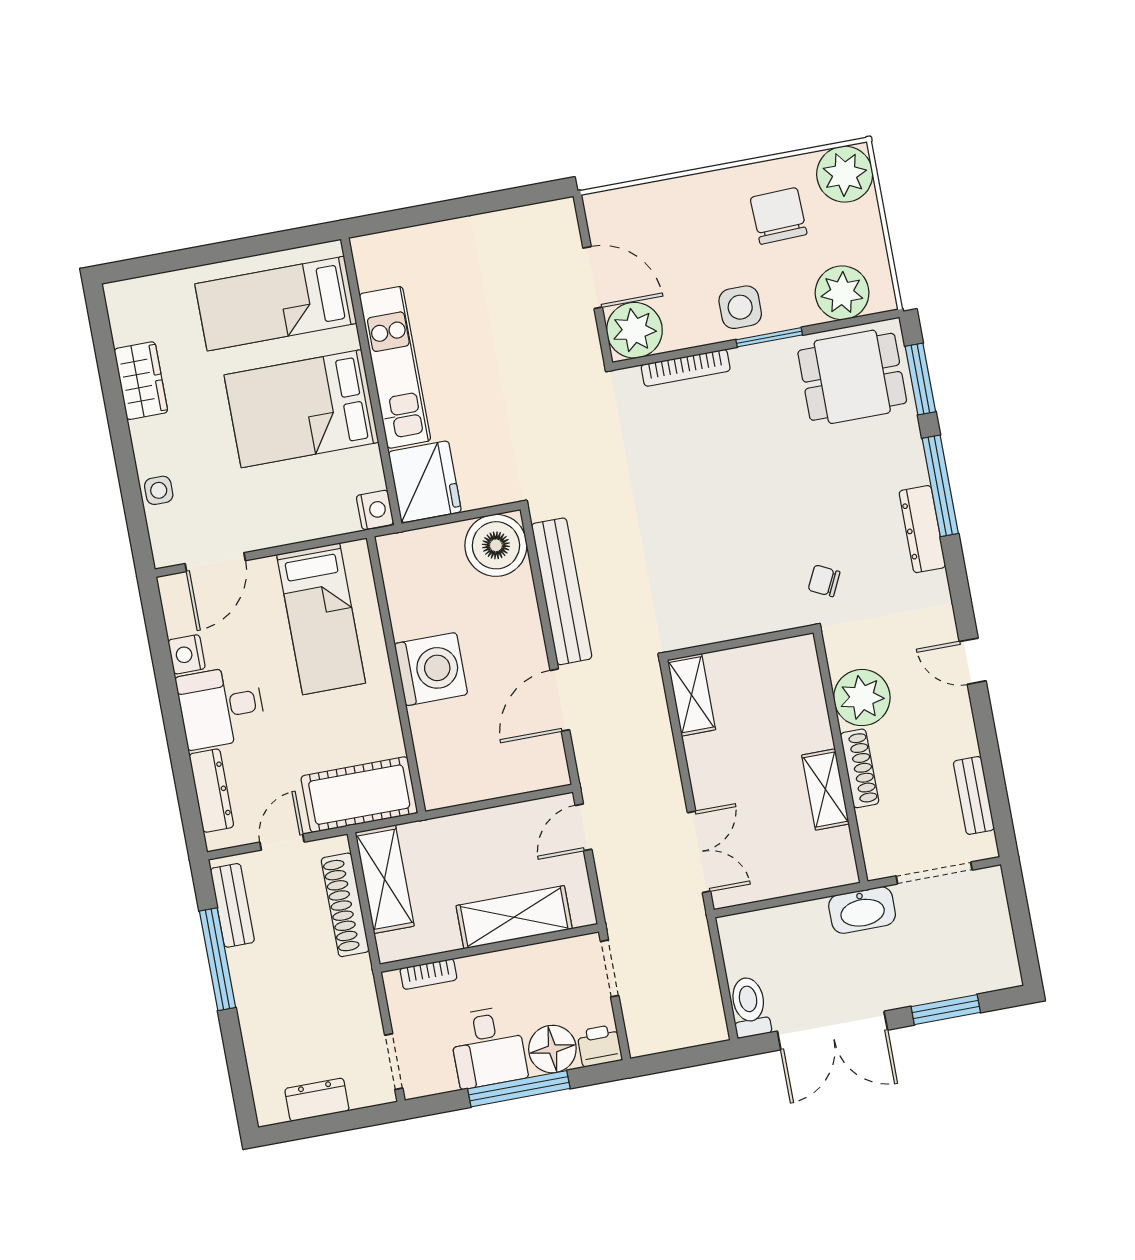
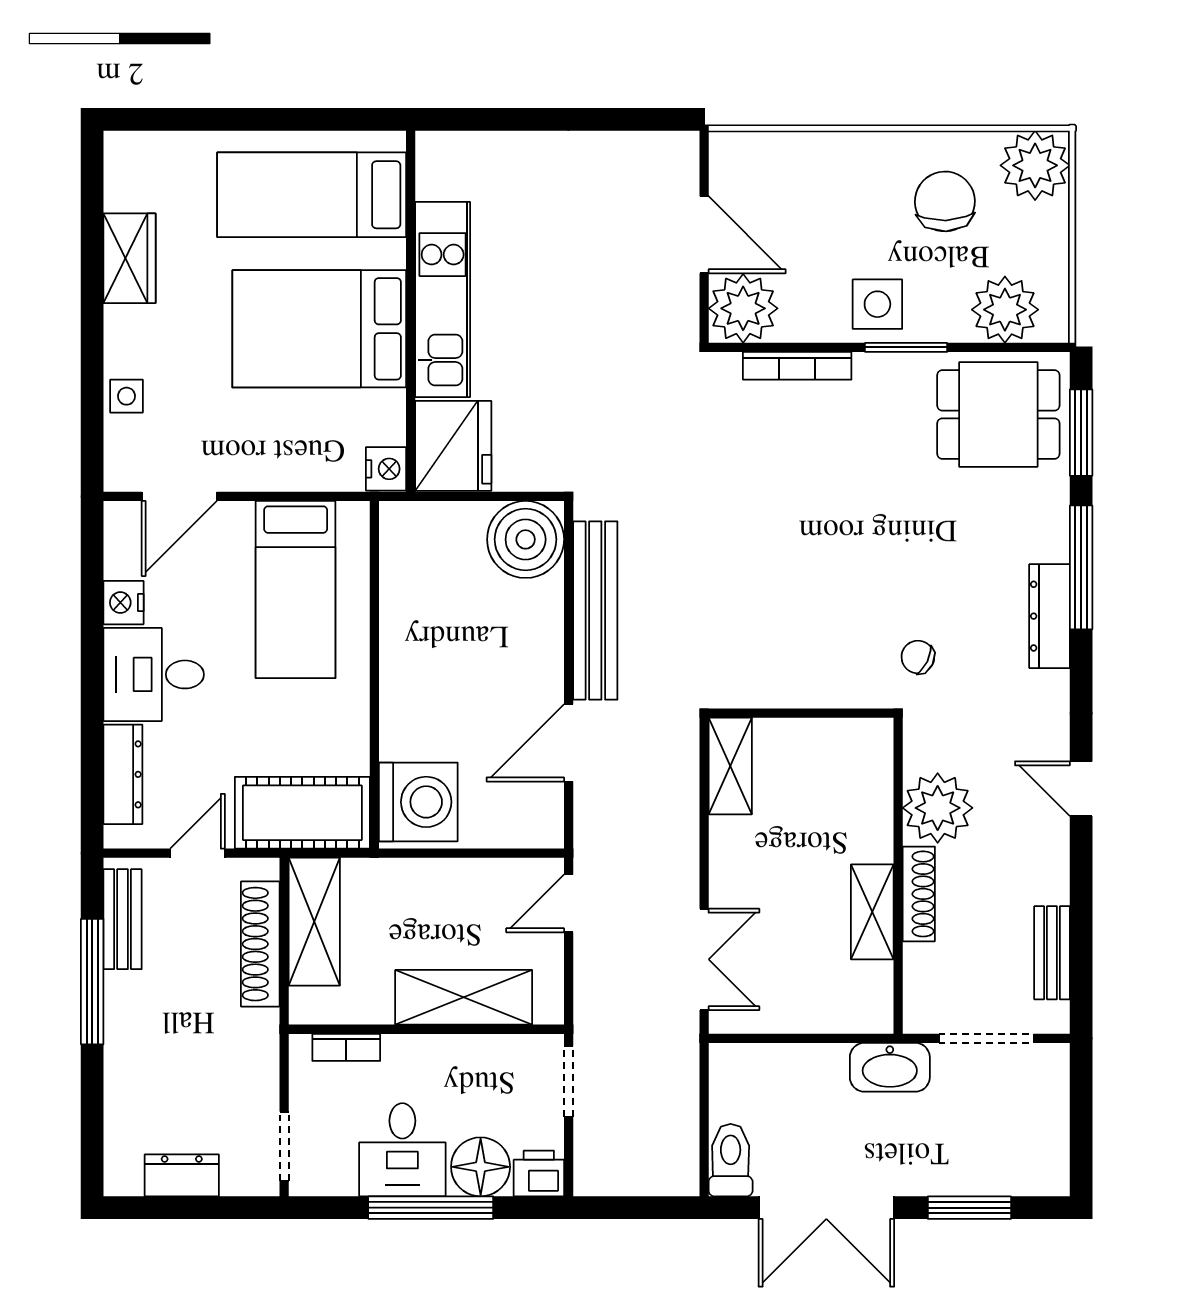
washing machine: (431, 669) -> (418, 802), moved

